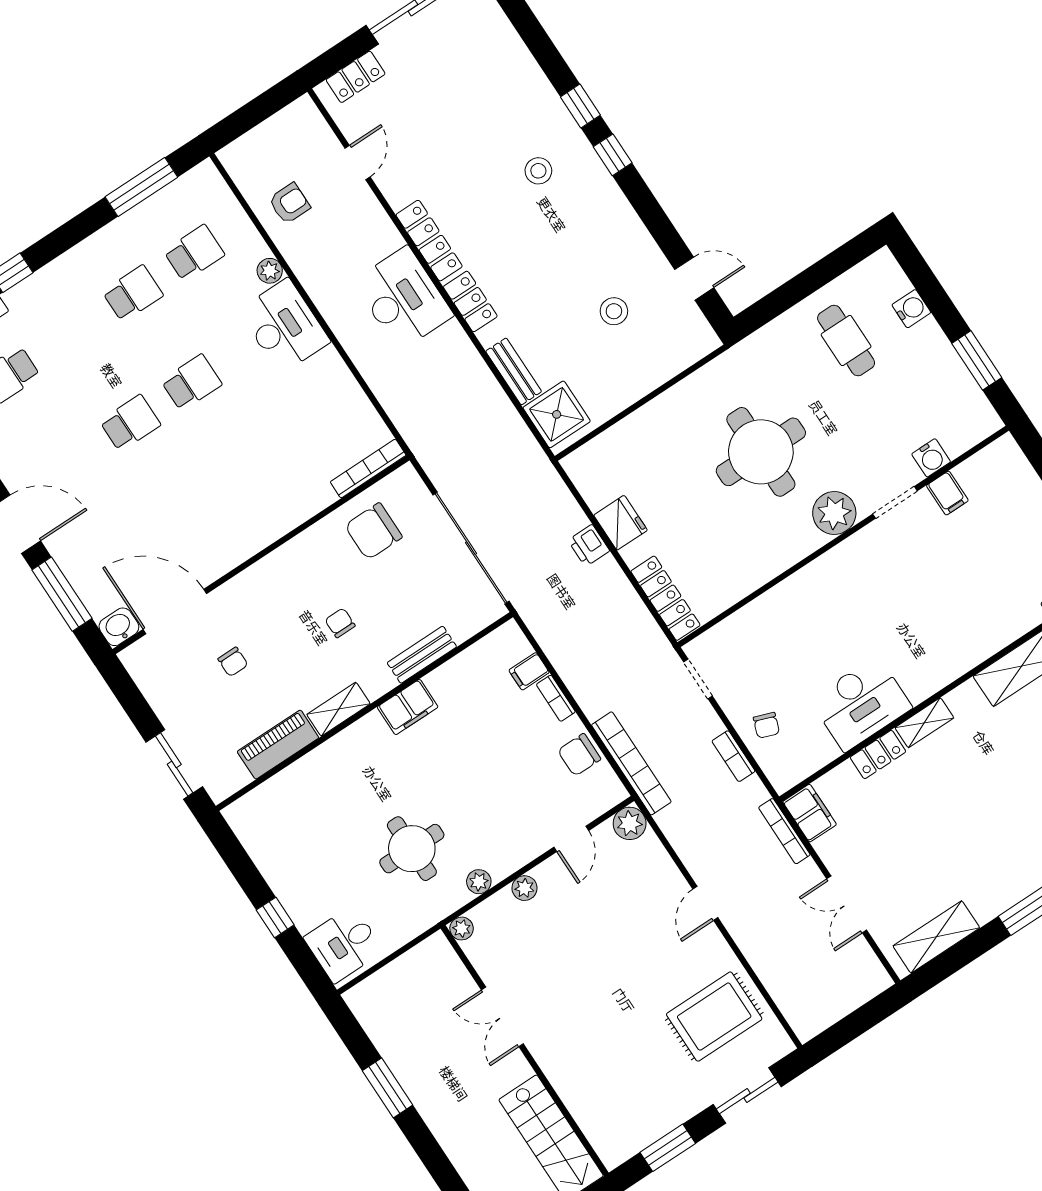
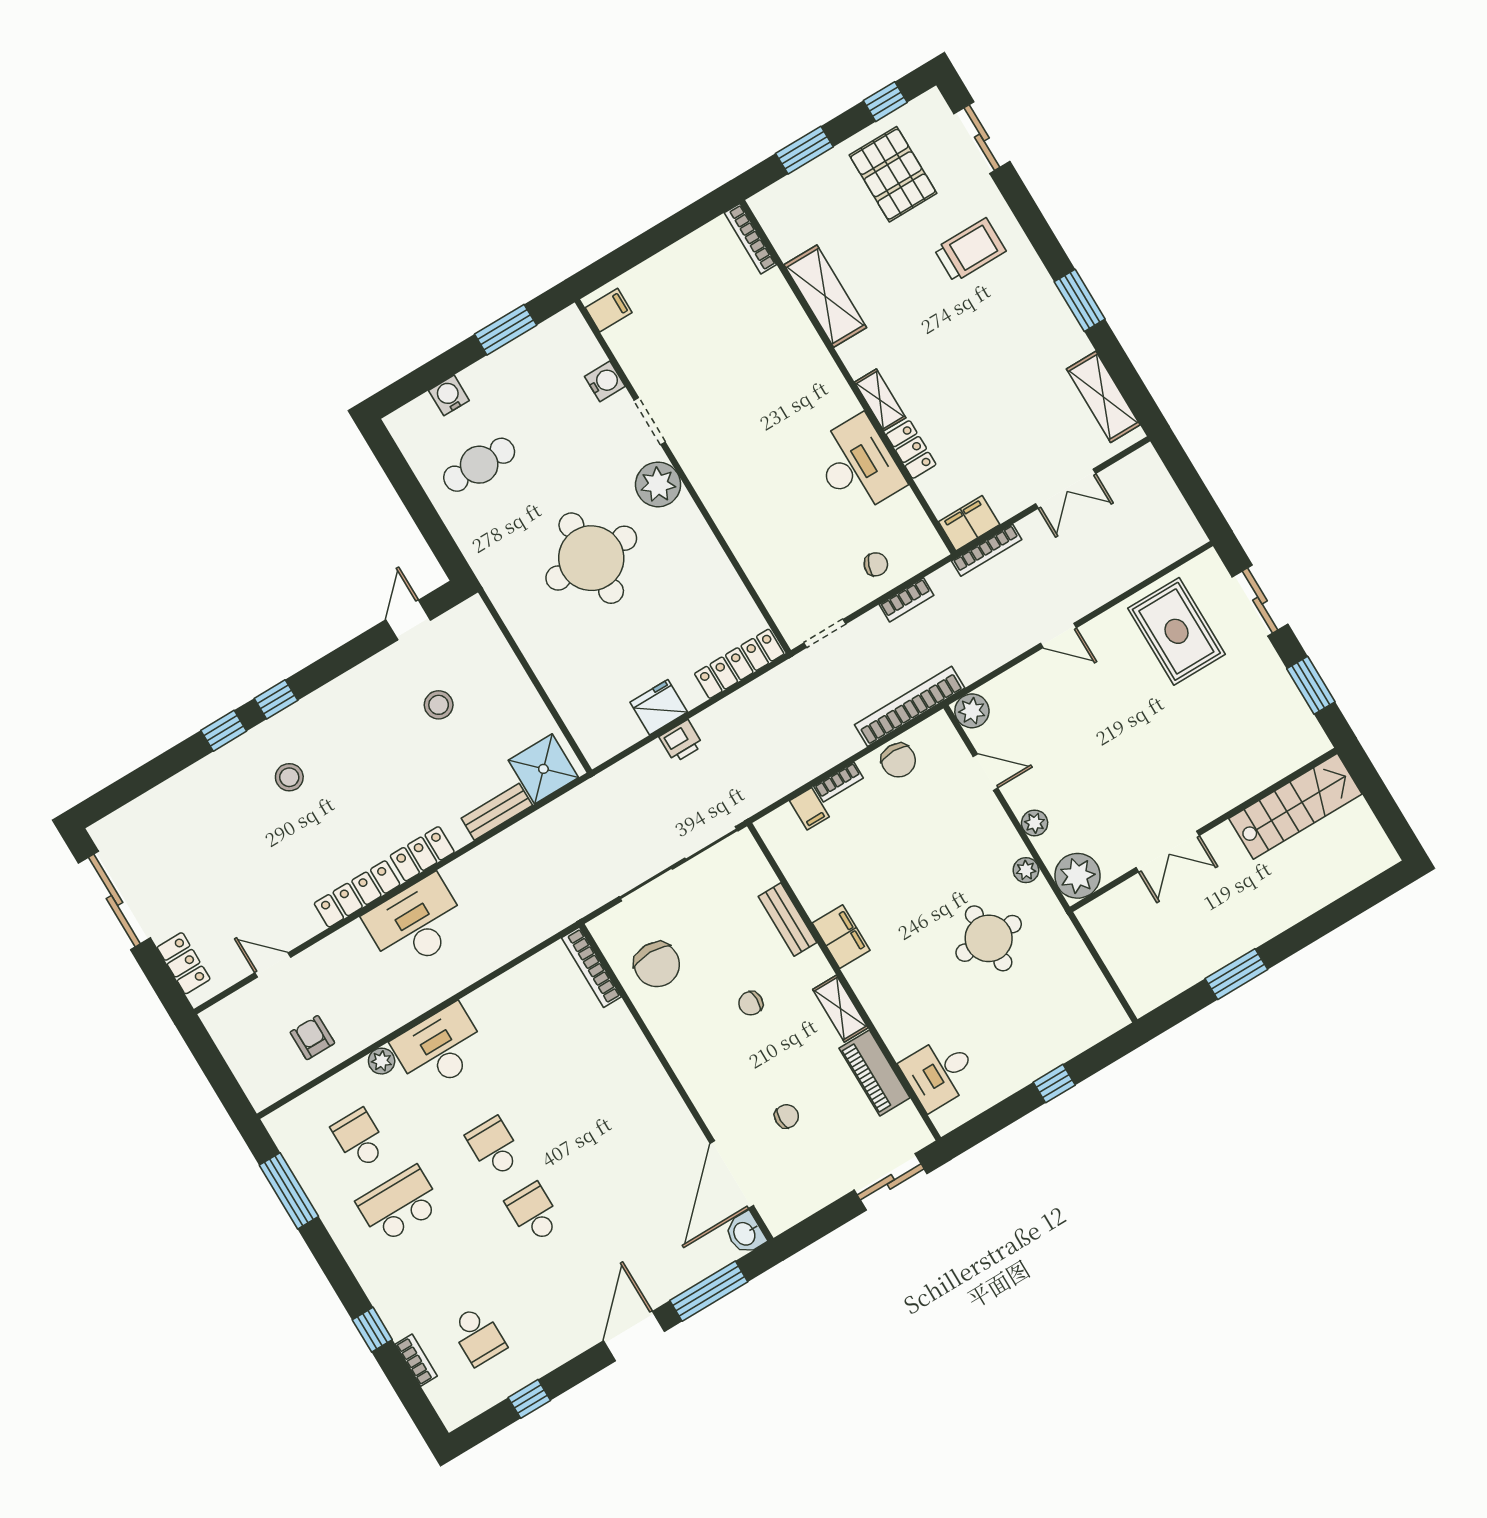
school desk: (133, 293) -> (399, 1204), width x1.85
filing cabinet: (947, 493) -> (609, 310), moved
plant: (462, 929) -> (1077, 876), width x1.88, depth x1.88
desk: (344, 944) -> (940, 1073), moved, turned 90

